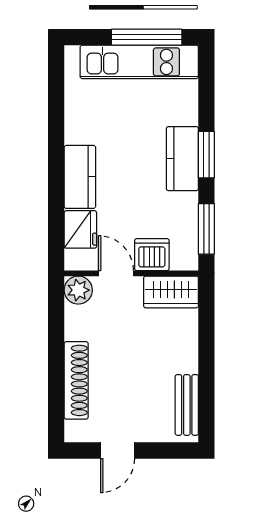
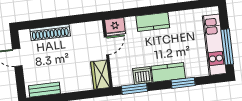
window: (206, 155) -> (183, 83), moved
fridge: (80, 229) -> (115, 27), moved
dishwasher: (152, 255) -> (142, 75), moved, turned -90
plant: (78, 290) -> (96, 28), removed

